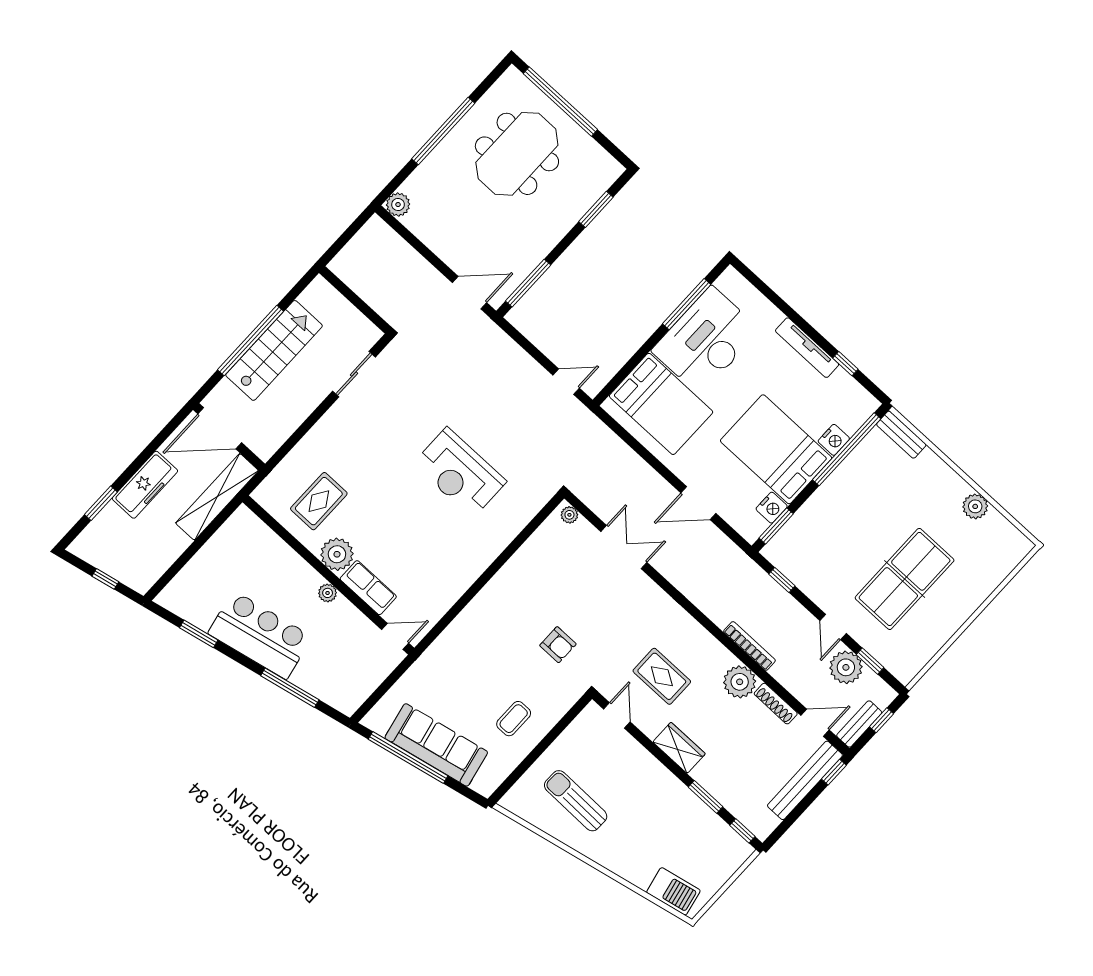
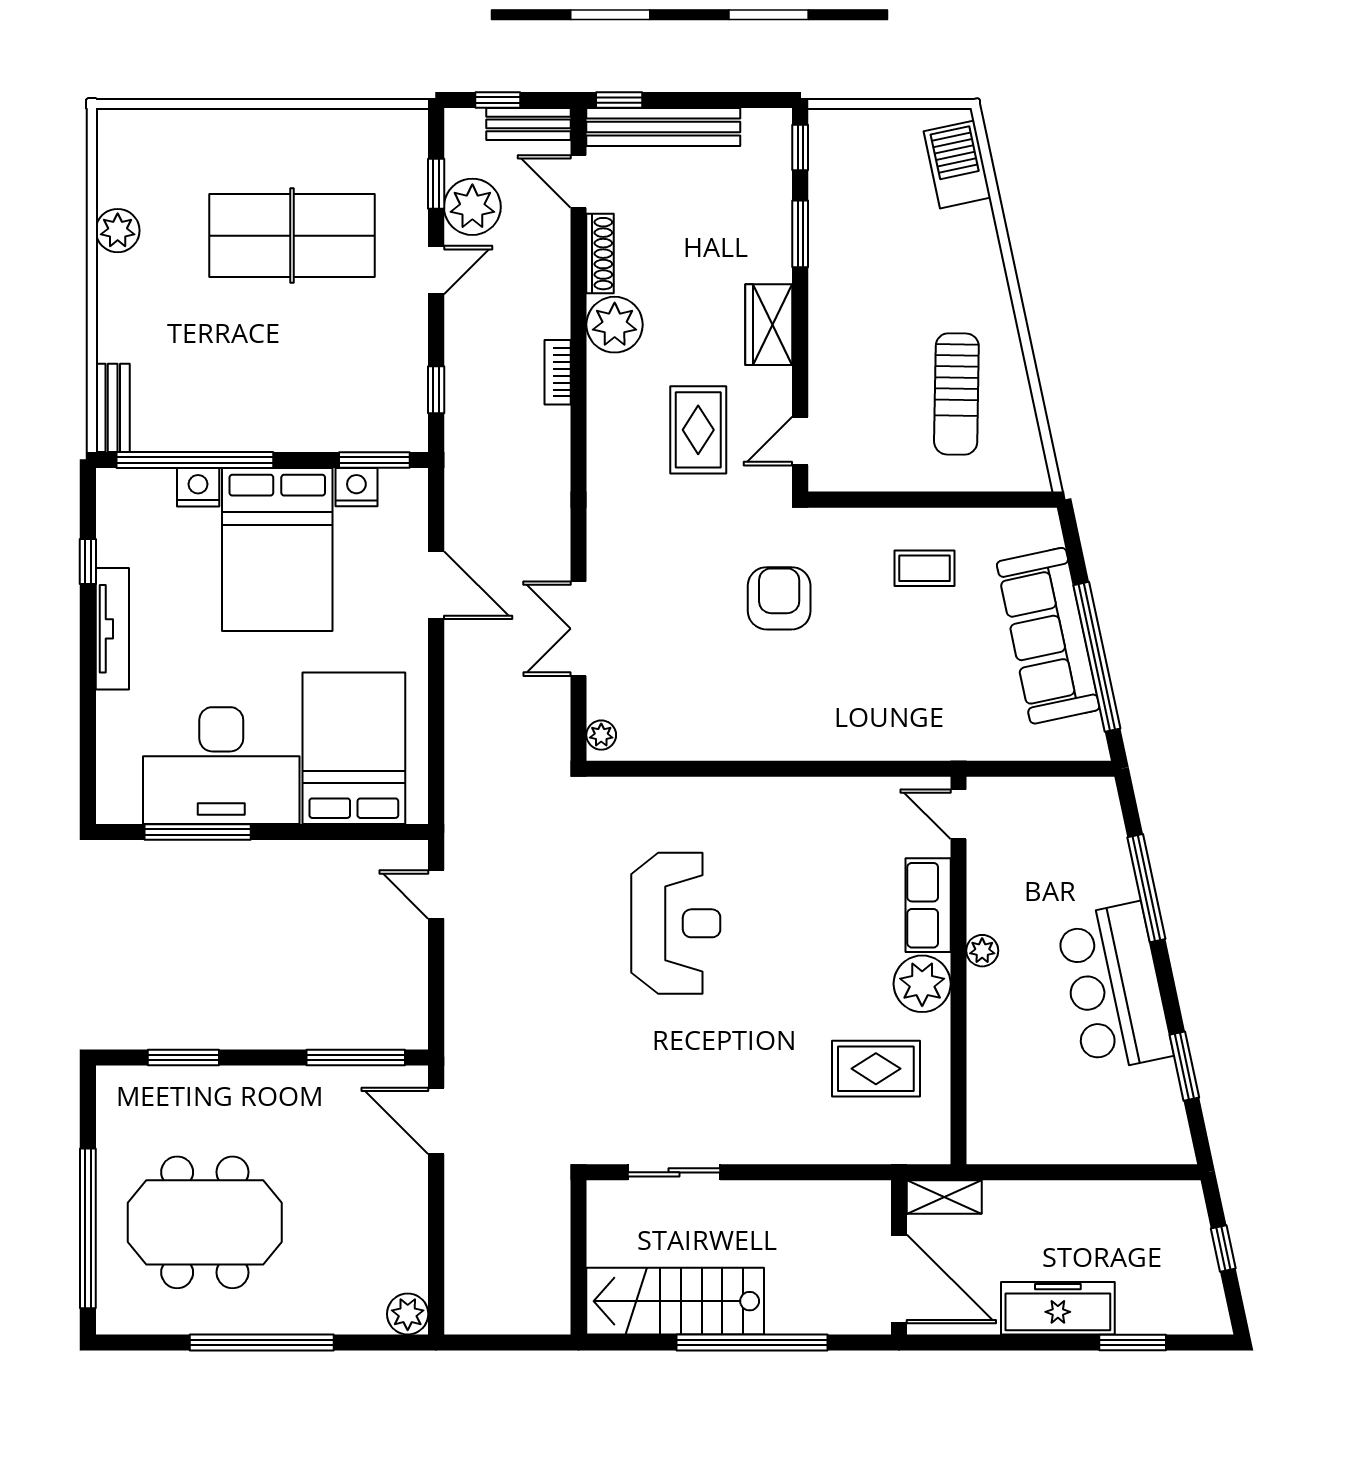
stairs: (274, 350) -> (675, 1301), moved
shelving: (217, 497) -> (944, 1197), width x0.45, depth x0.75
armchair: (558, 645) -> (779, 598), width x1.38, depth x1.38
bookcase: (749, 646) -> (558, 372), width x0.64

